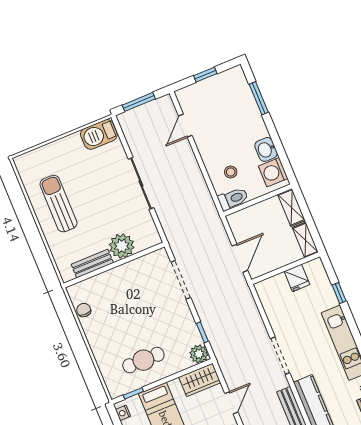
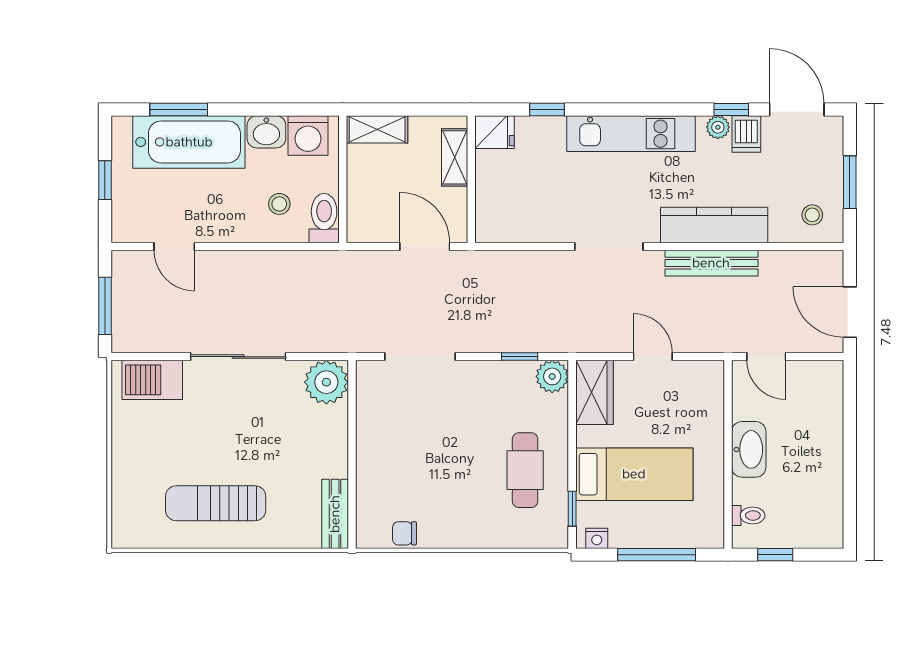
bathtub: (244, 111) -> (189, 142), added
barbecue: (99, 134) -> (152, 380), moved, turned 90
shelving: (305, 240) -> (455, 157), moved, turned 90
plant: (122, 246) -> (326, 382), moved
bench: (92, 264) -> (335, 514), moved
fridge: (297, 278) -> (495, 132), moved

